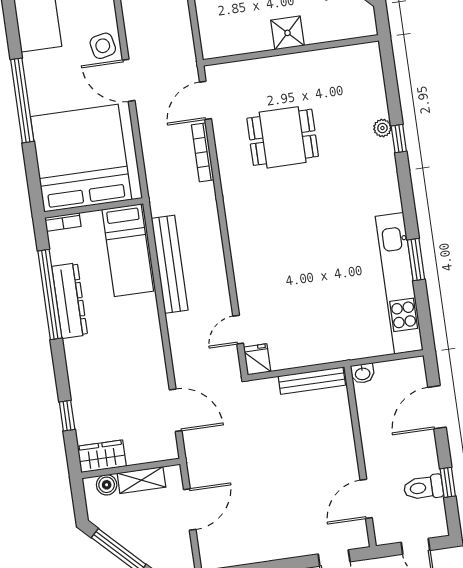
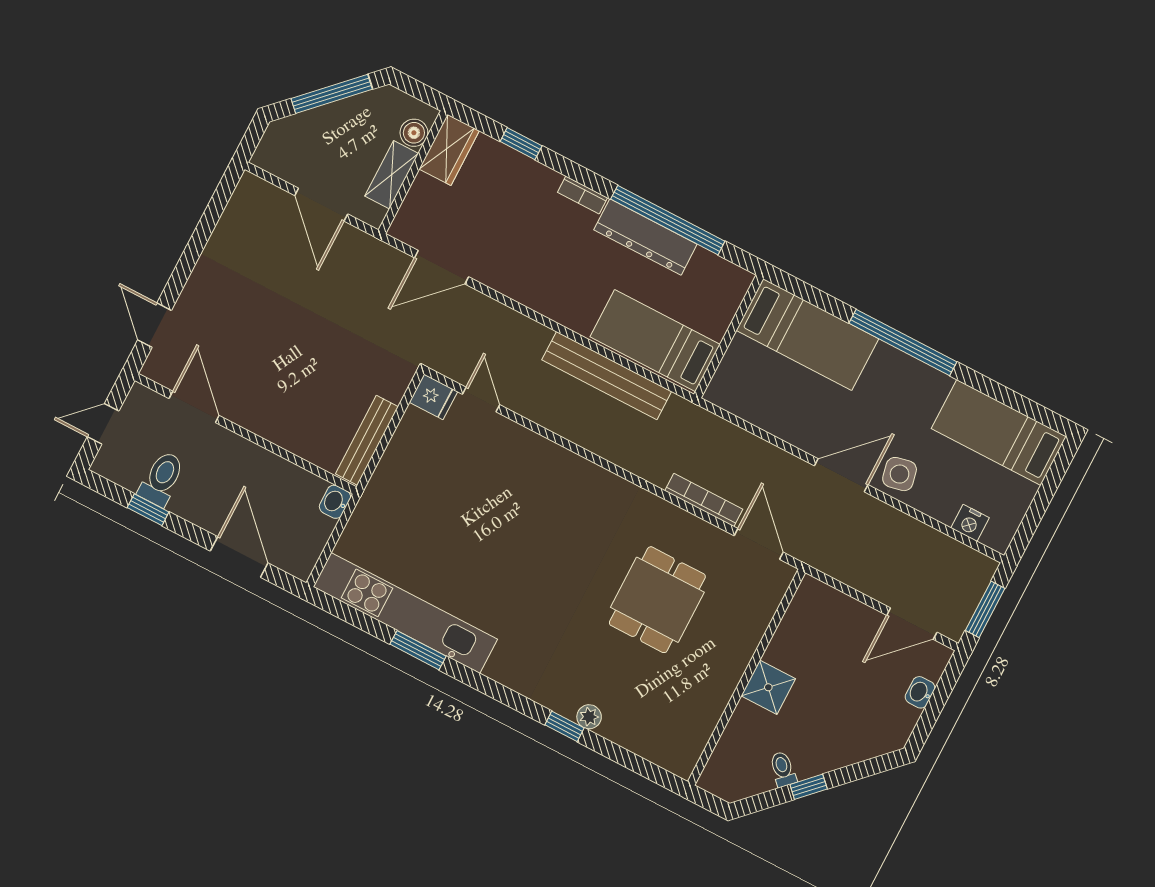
bed: (81, 158) -> (807, 335), width x0.49
bookcase: (63, 222) -> (582, 195), moved, turned -90

